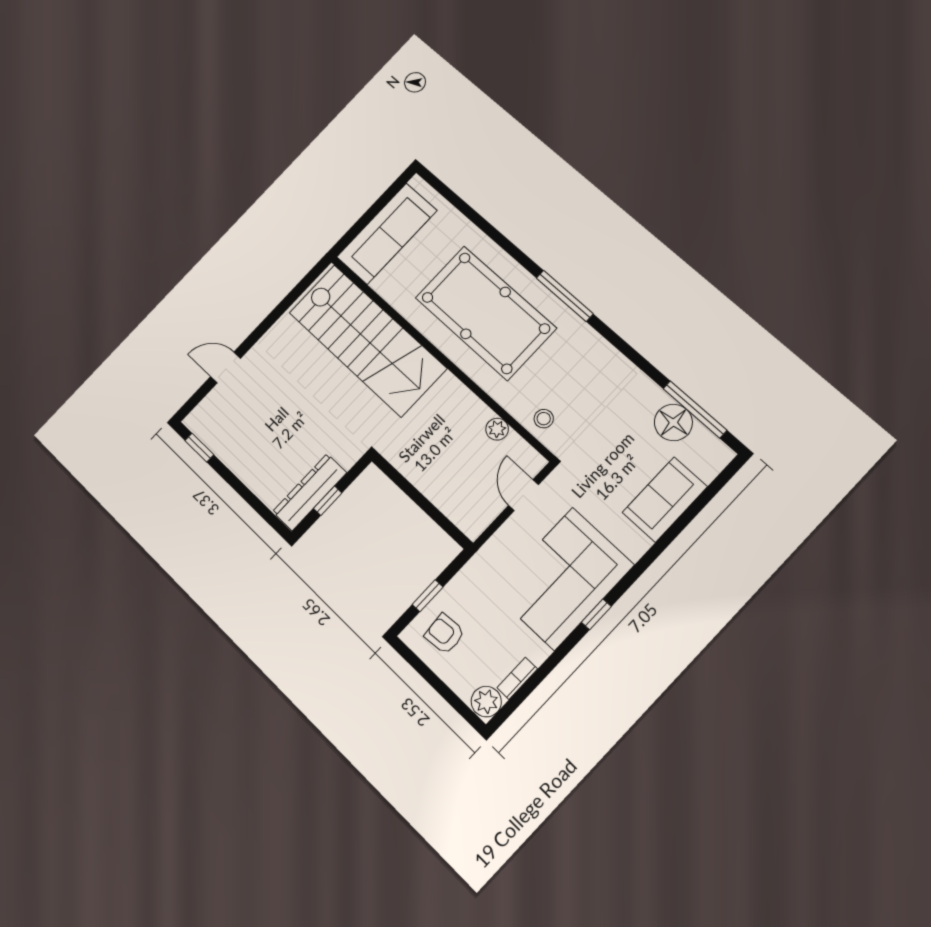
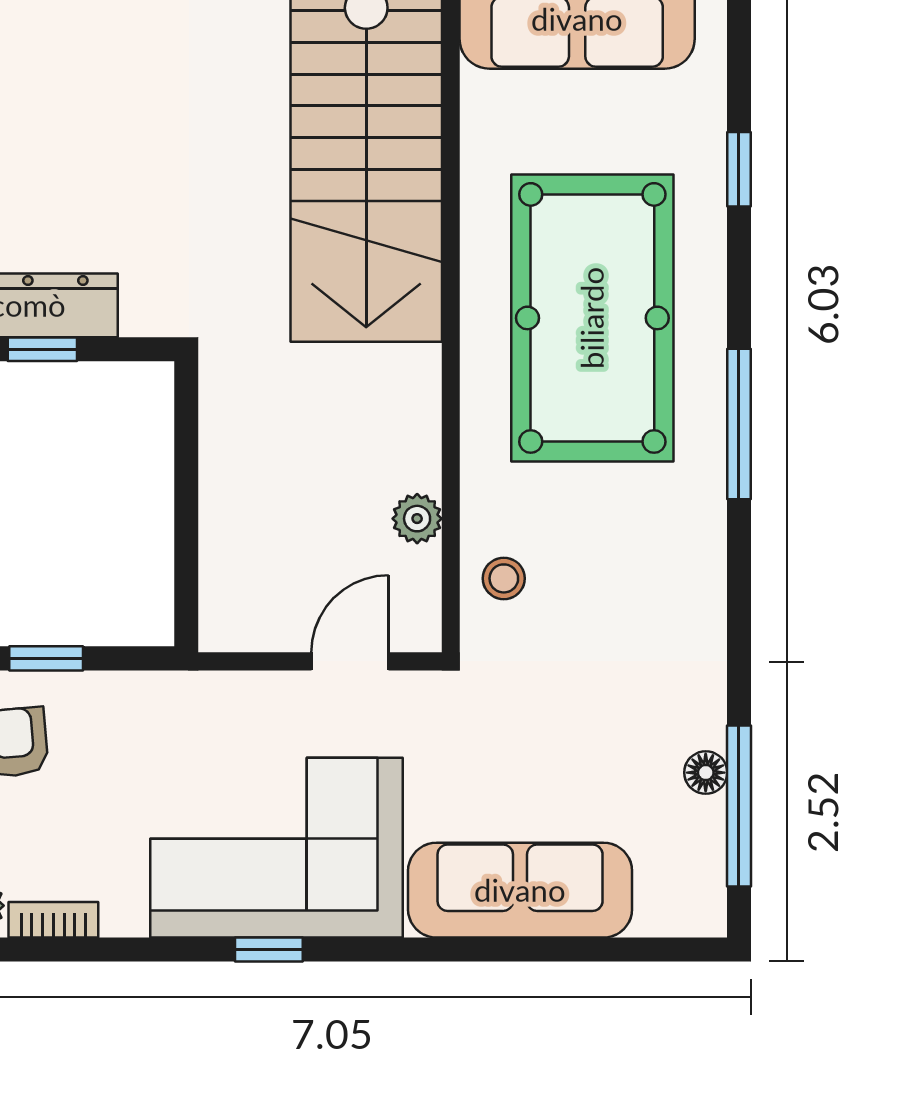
window: (482, 224) -> (739, 169), added
floor lamp: (673, 422) -> (706, 773), width x0.53, depth x0.53
sofa: (665, 500) -> (520, 890), width x1.36

